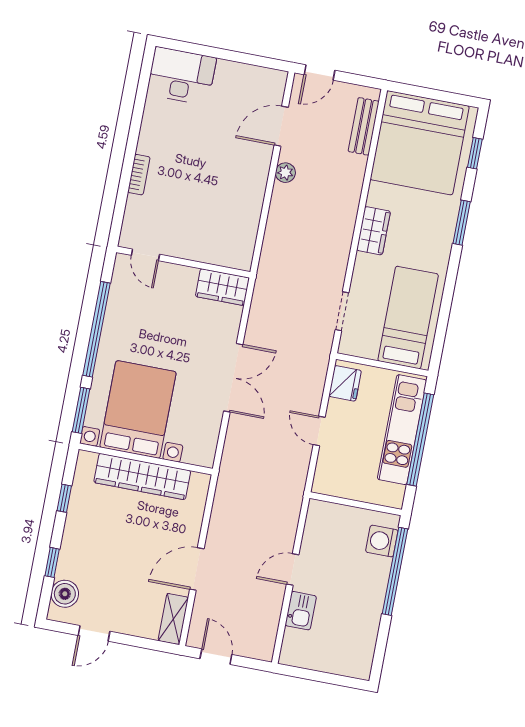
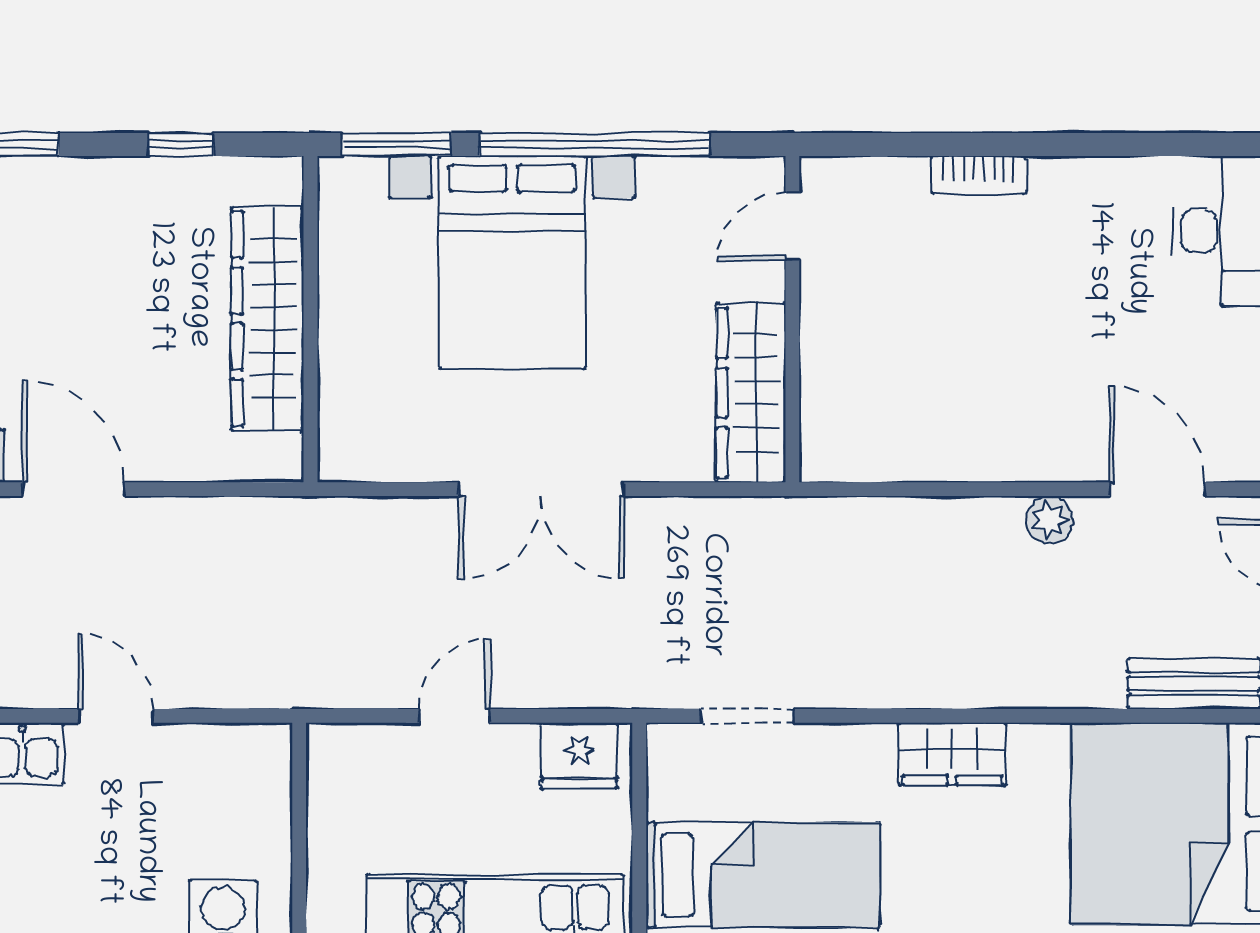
wardrobe: (222, 287) -> (751, 393), width x1.50
bed with nightstands: (138, 409) -> (512, 262), moved, turned 90

